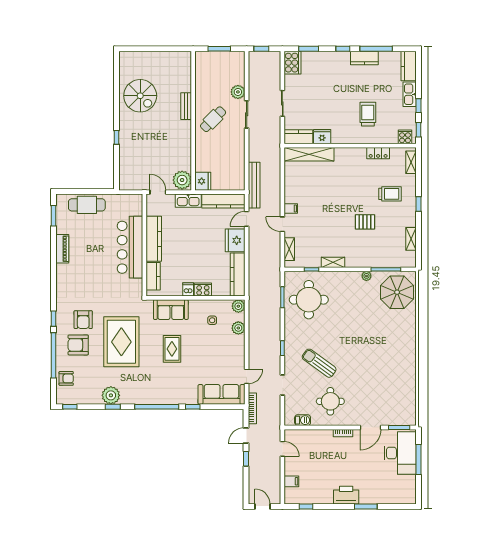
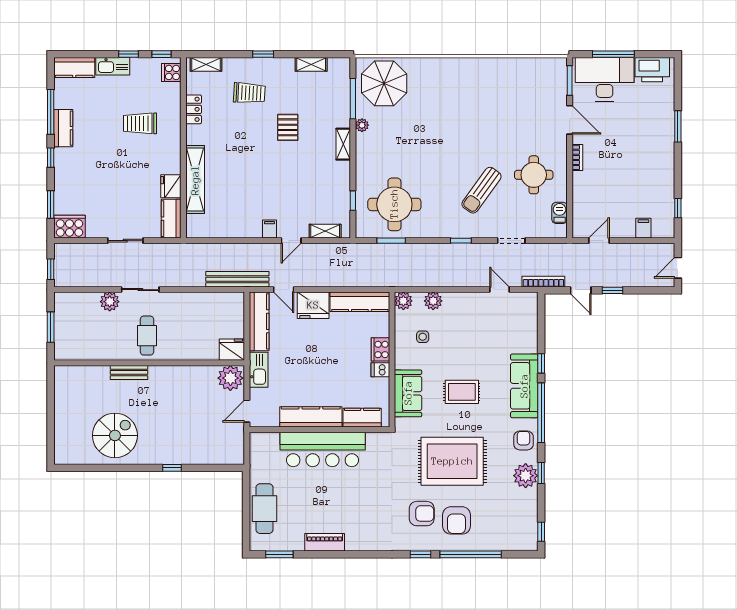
cafe table: (213, 119) -> (147, 336), turned 45
shelving: (309, 154) -> (195, 180), moved
trolley: (390, 194) -> (249, 93), turned 93
shelving: (333, 262) -> (343, 144), moved
armchair: (66, 378) -> (524, 440), moved
sofa: (221, 394) -> (524, 386), moved
printer: (346, 495) -> (652, 70), moved, turned -90

